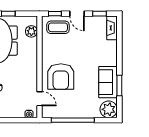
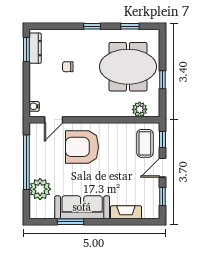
fireplace: (112, 28) -> (126, 212), moved
sofa: (108, 82) -> (82, 207), width x1.36
plant: (109, 109) -> (40, 189), moved

